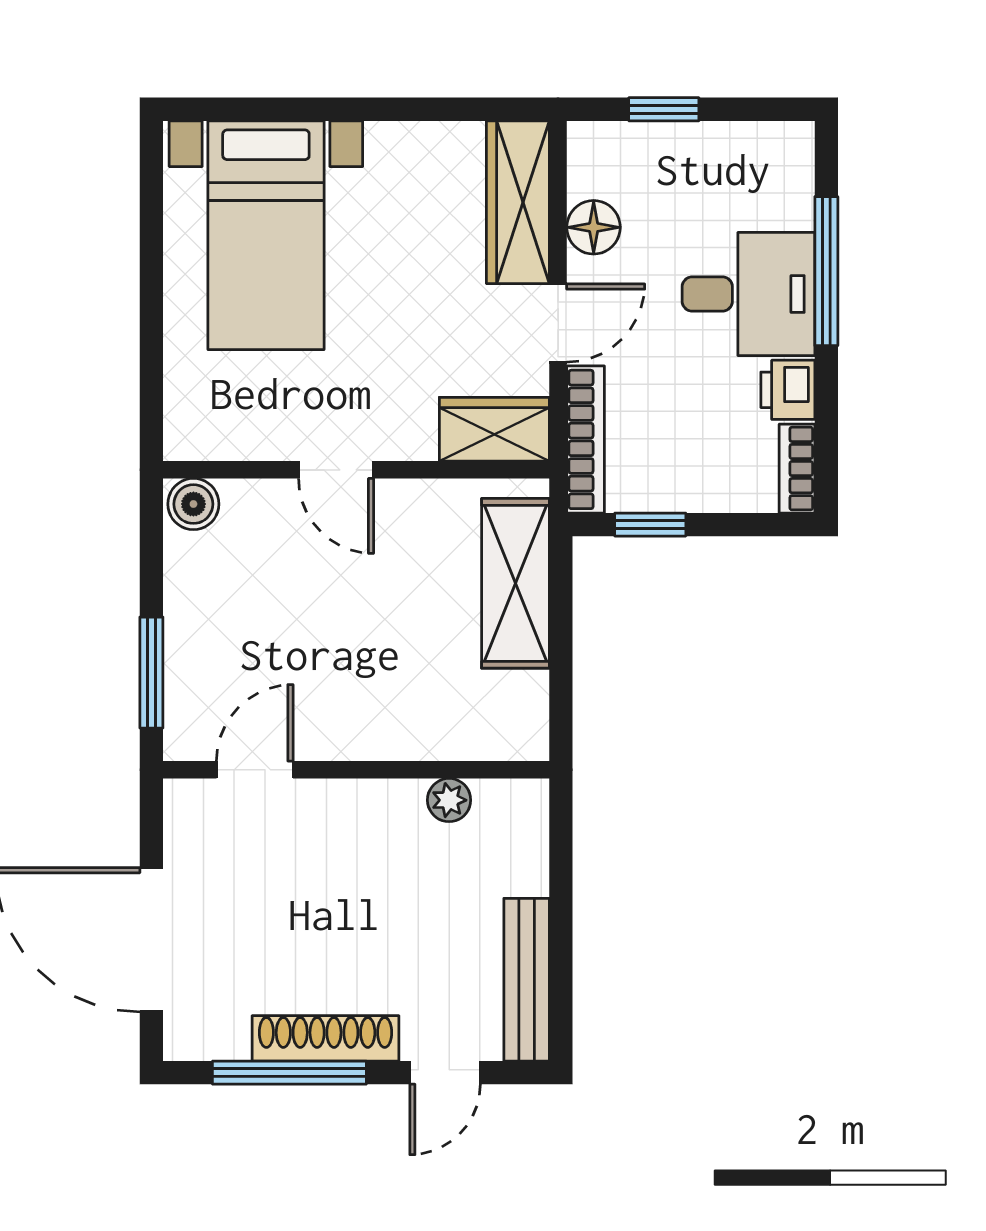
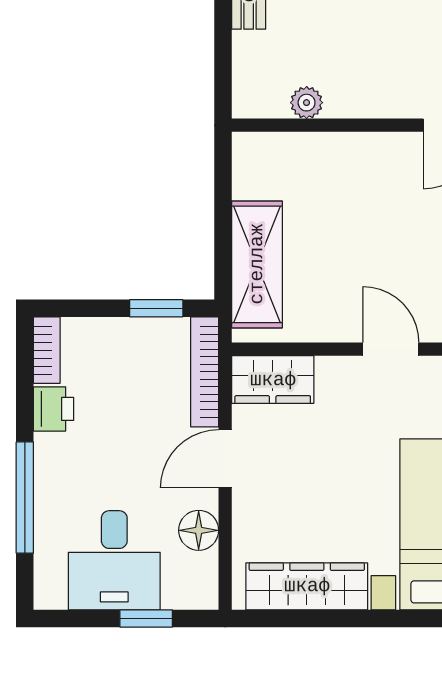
wardrobe: (518, 202) -> (307, 586), moved, turned -90
desk: (748, 294) -> (114, 560), moved, turned -90

